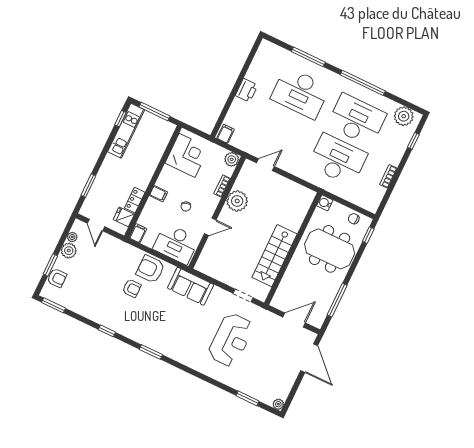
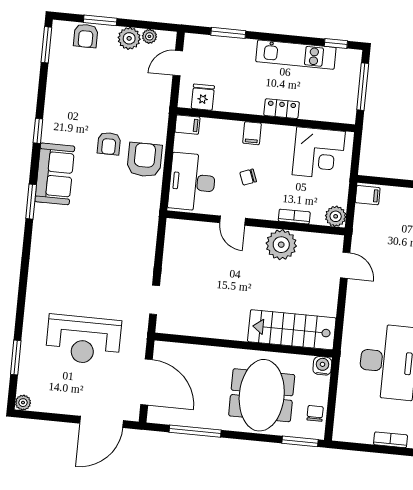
kitchen unit: (126, 131) -> (296, 55), moved
locker: (135, 200) -> (282, 109), moved
window: (368, 235) -> (300, 441), width x1.50
stairs: (275, 256) -> (292, 330), moved
sofa: (191, 286) -> (55, 174), moved, turned 180
door: (294, 320) -> (146, 382), width x1.36
reception desk: (231, 340) -> (83, 340), moved

